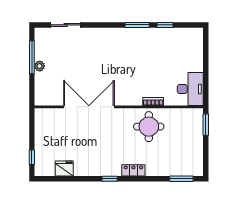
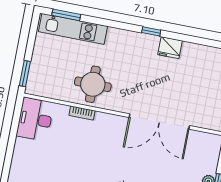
kitchen unit: (174, 168) -> (73, 29), added
fridge: (64, 169) -> (170, 48), moved
locker: (133, 170) -> (121, 36), removed

